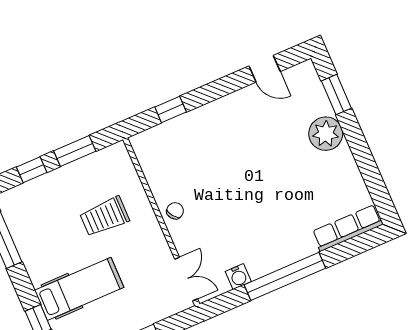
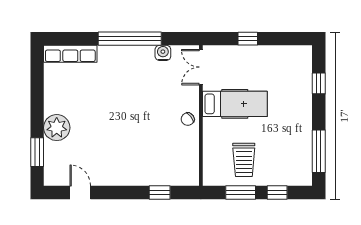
trolley: (105, 217) -> (244, 160), moved, turned 90
hospital bed: (79, 289) -> (235, 104), moved, turned 180

